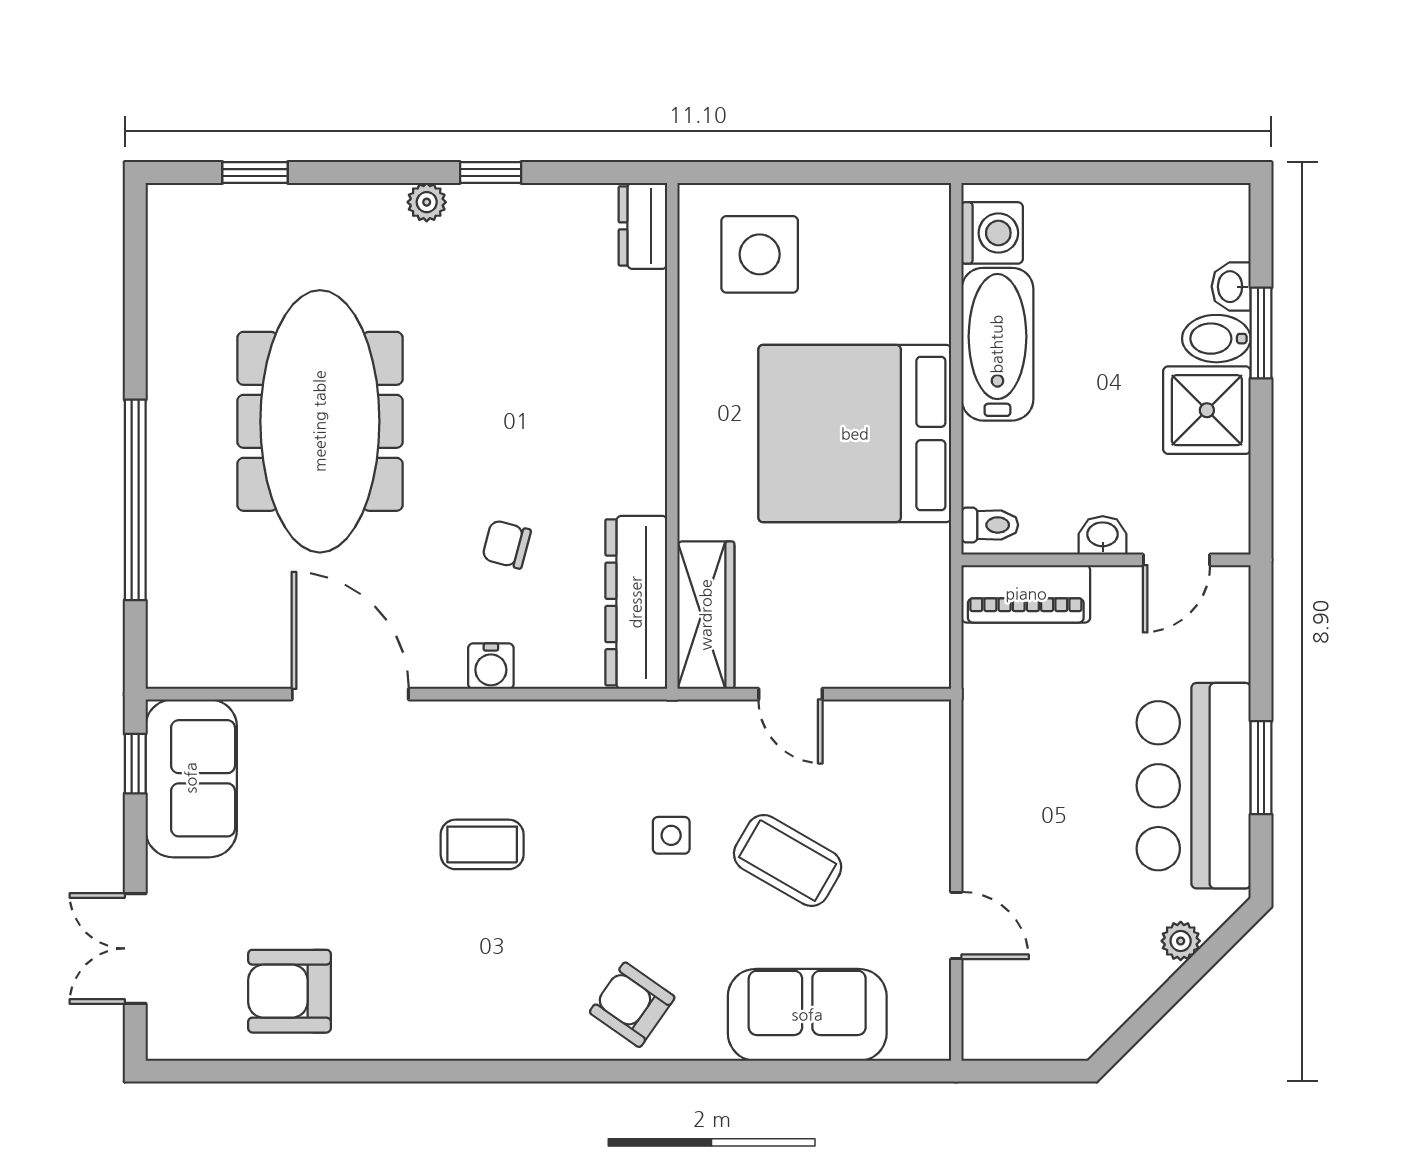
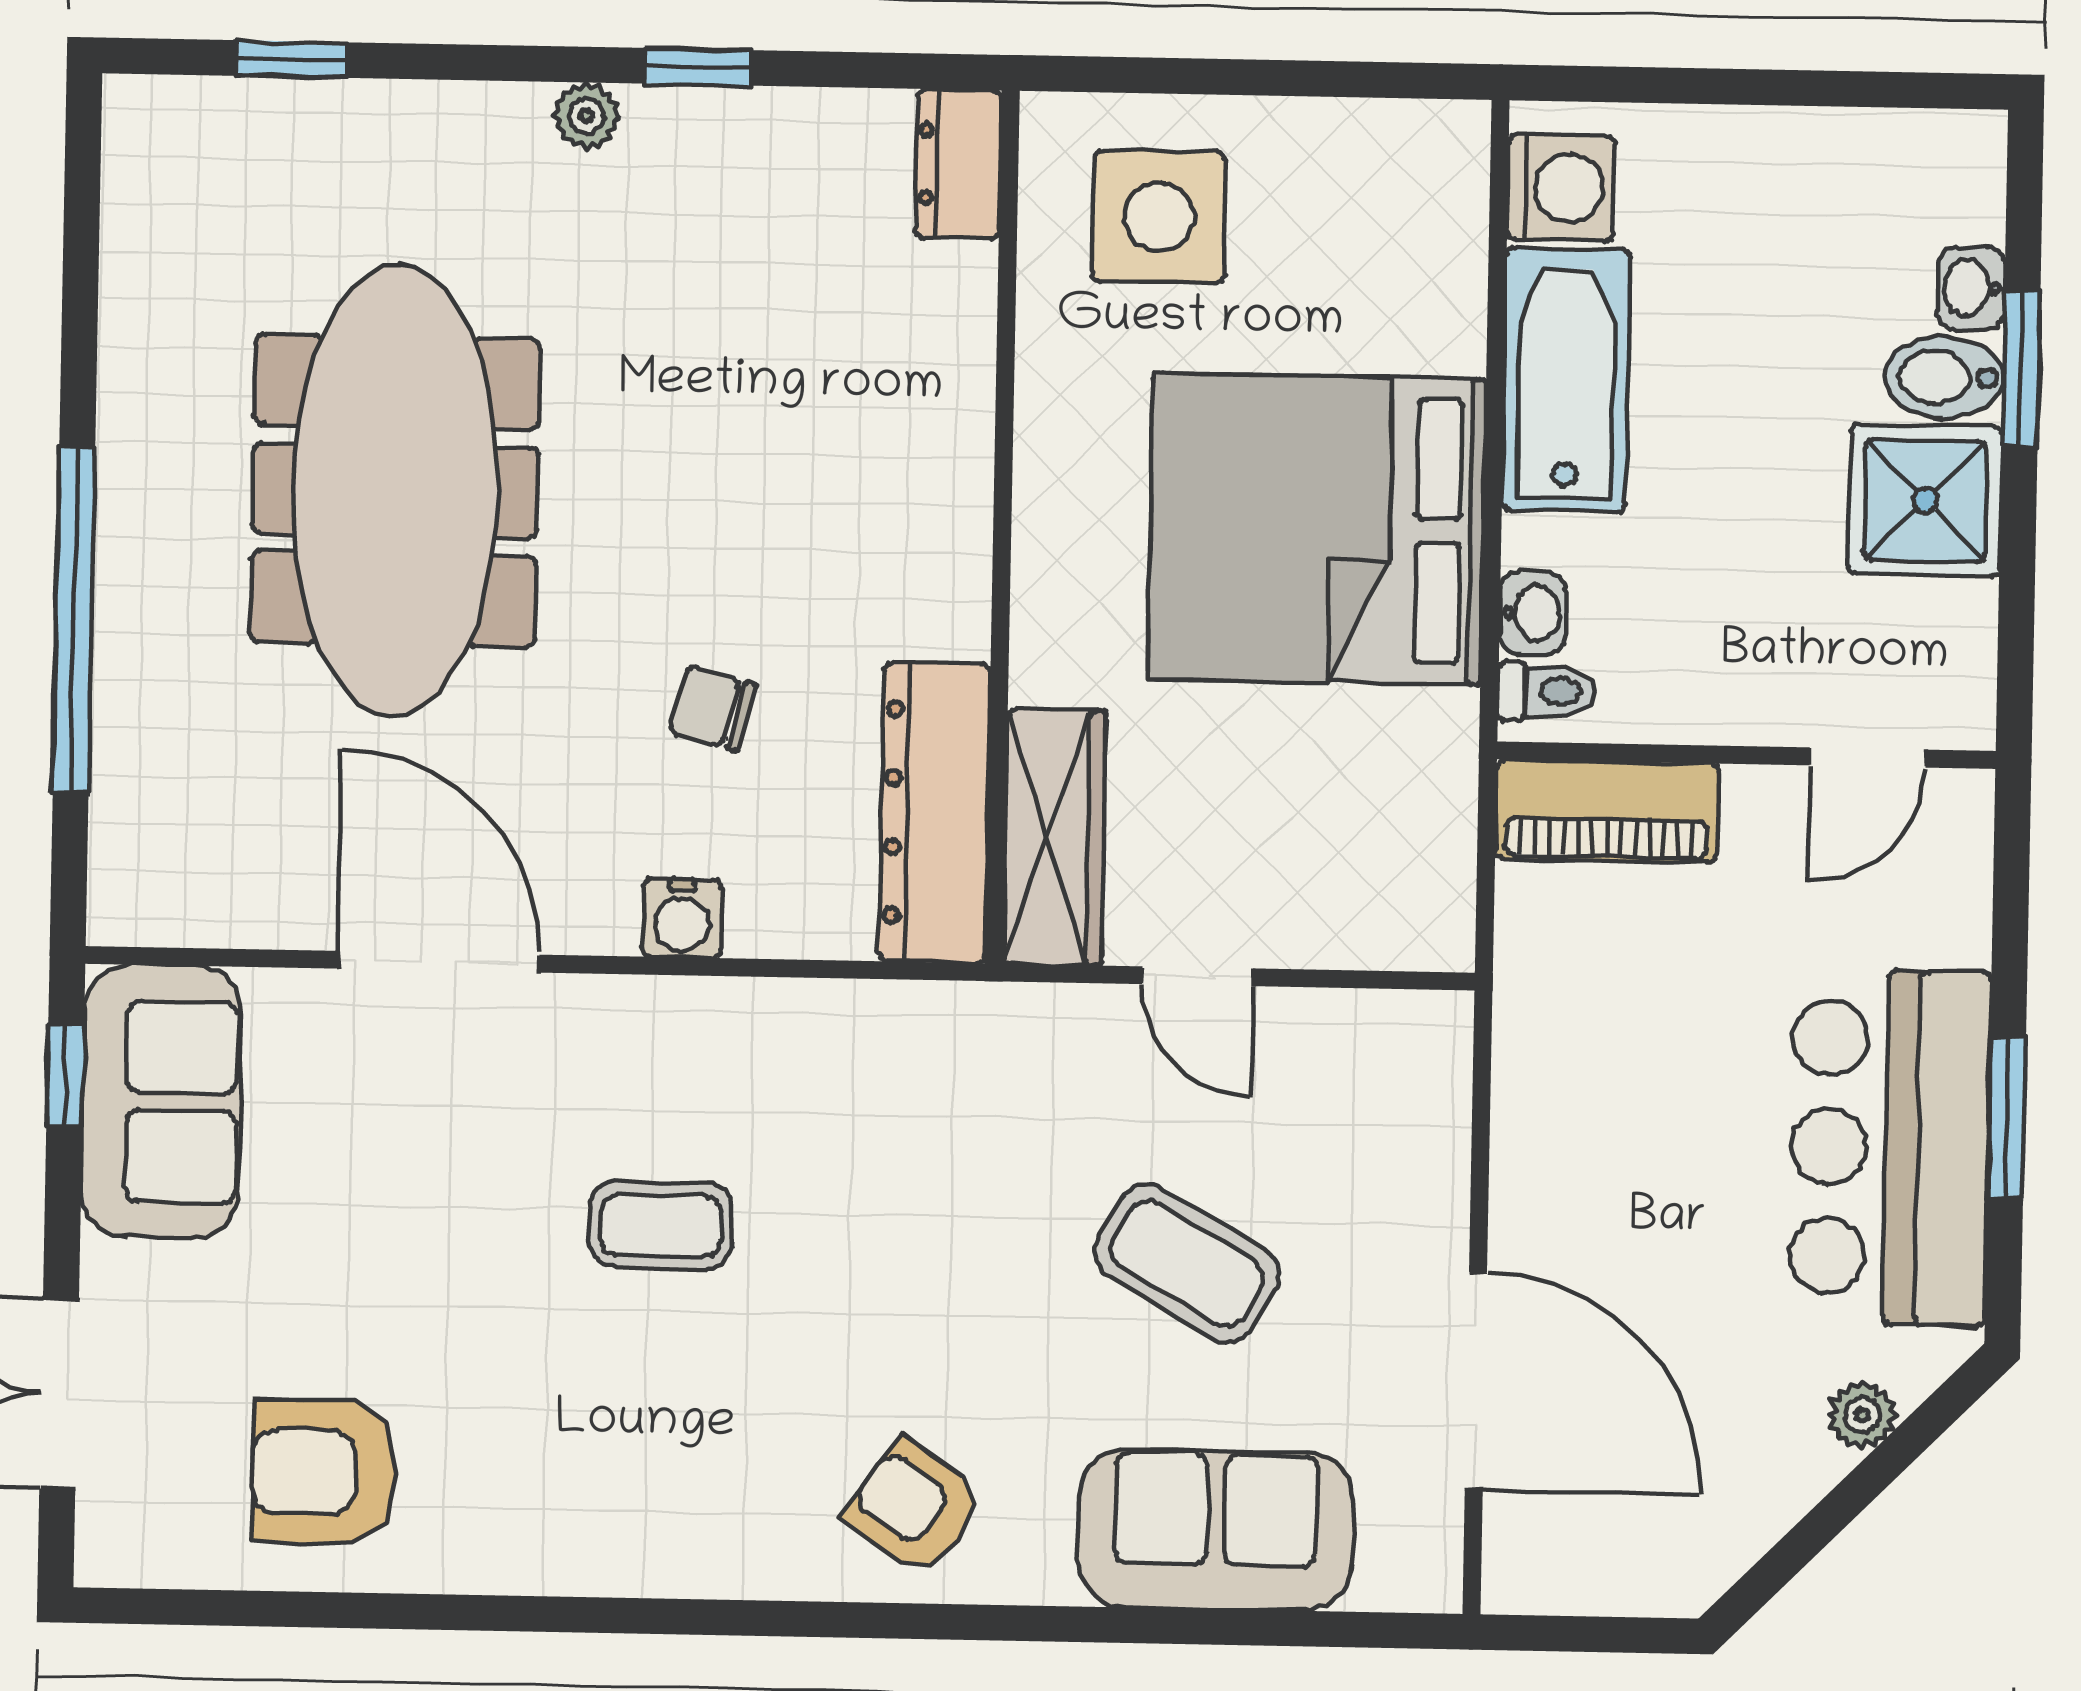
washbasin: (1103, 535) -> (1533, 613), moved, turned 90
side table: (671, 835) -> (987, 1216), removed
door: (956, 925) -> (1476, 1381), width x1.87

